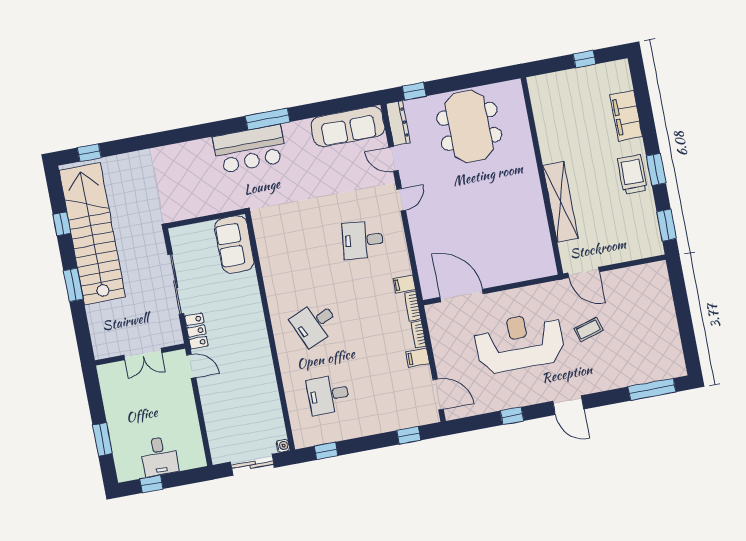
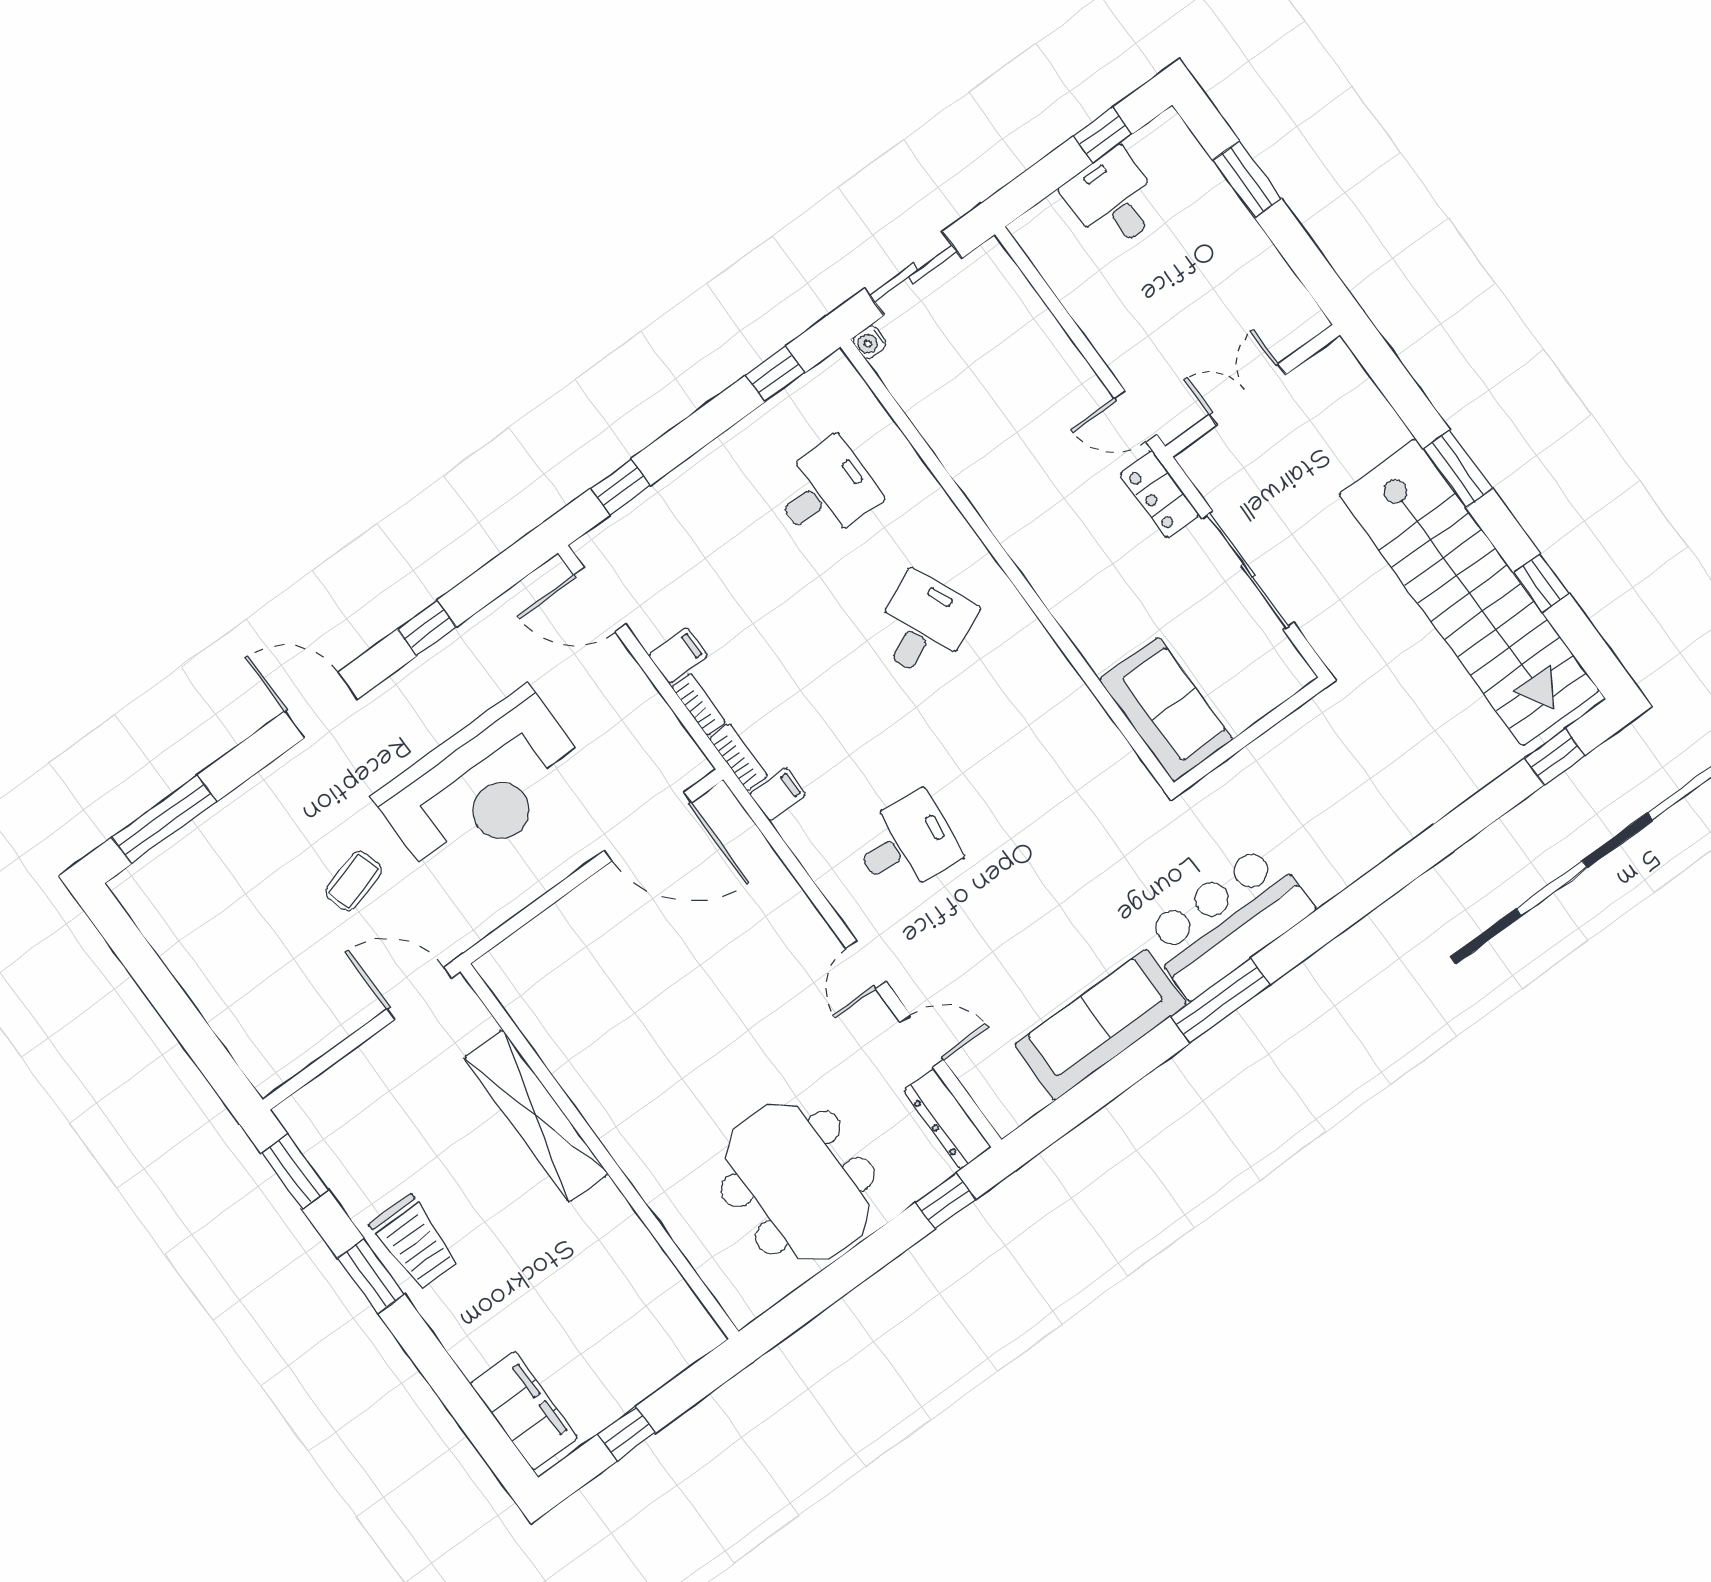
filing cabinet: (626, 116) -> (524, 1411), moved
sofa: (348, 126) -> (1101, 1025), moved

